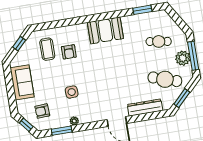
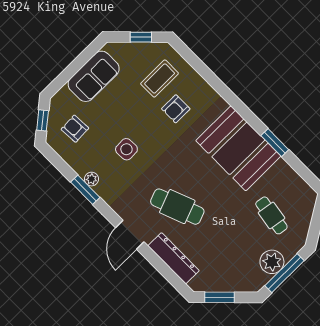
window: (142, 10) -> (275, 143), moved
booth: (105, 30) -> (238, 148), width x1.36, depth x1.42
cafe table: (165, 79) -> (177, 207), moved, turned -39
window: (62, 131) -> (85, 190), moved

